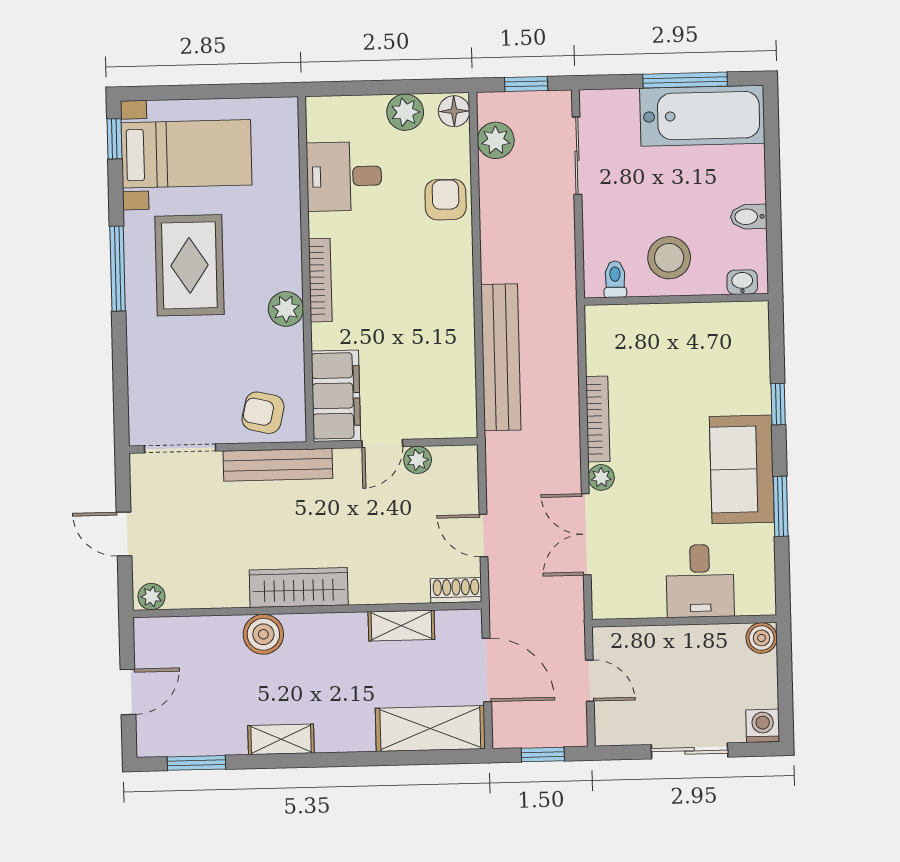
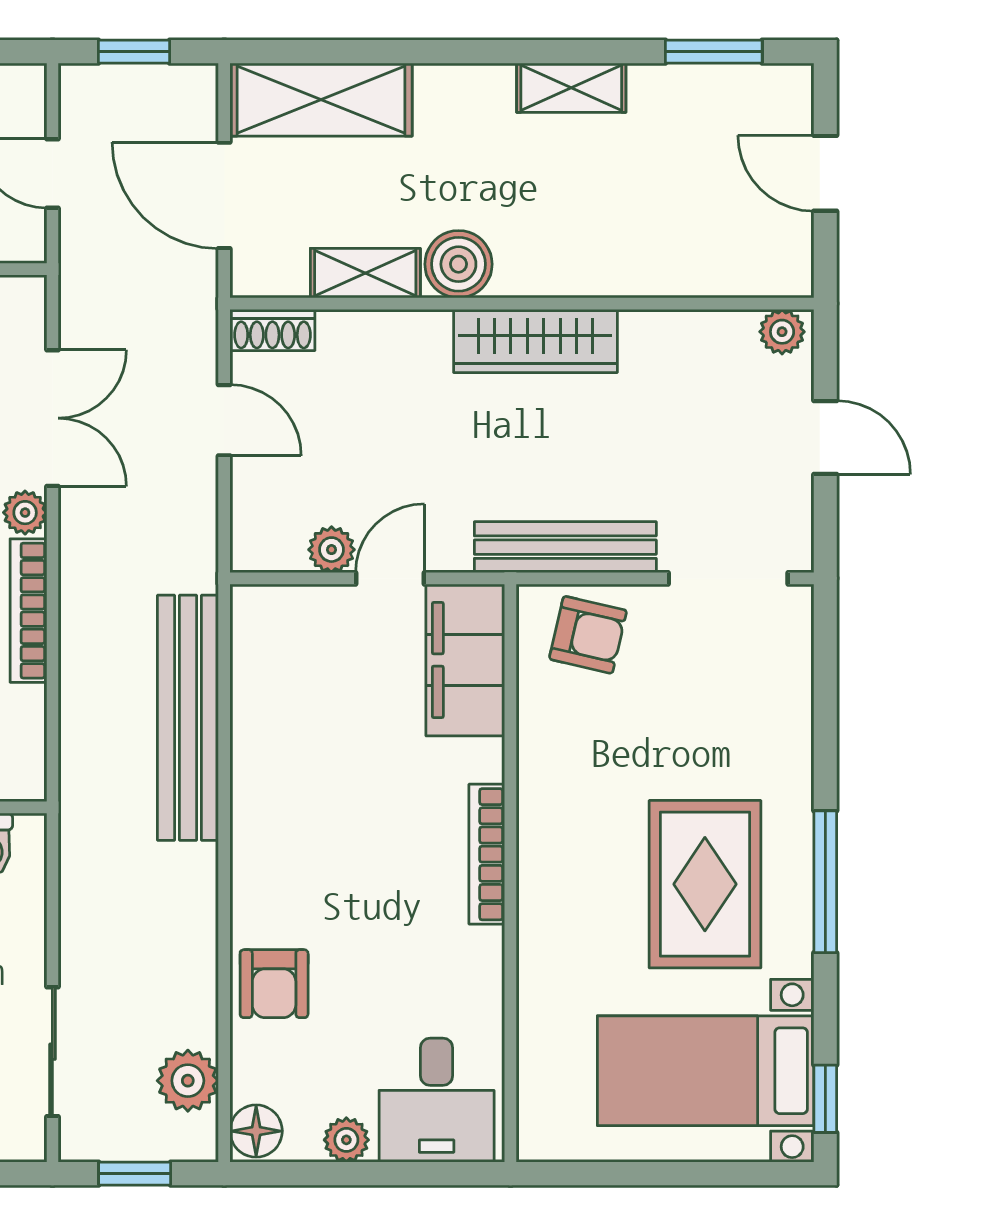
plant: (405, 112) -> (346, 1140), width x0.73, depth x0.73
desk: (344, 176) -> (437, 1100), moved, turned 90
plant: (286, 309) -> (545, 807), removed
boiler: (263, 634) -> (458, 264), moved
door: (128, 692) -> (825, 173), hinge flipped

